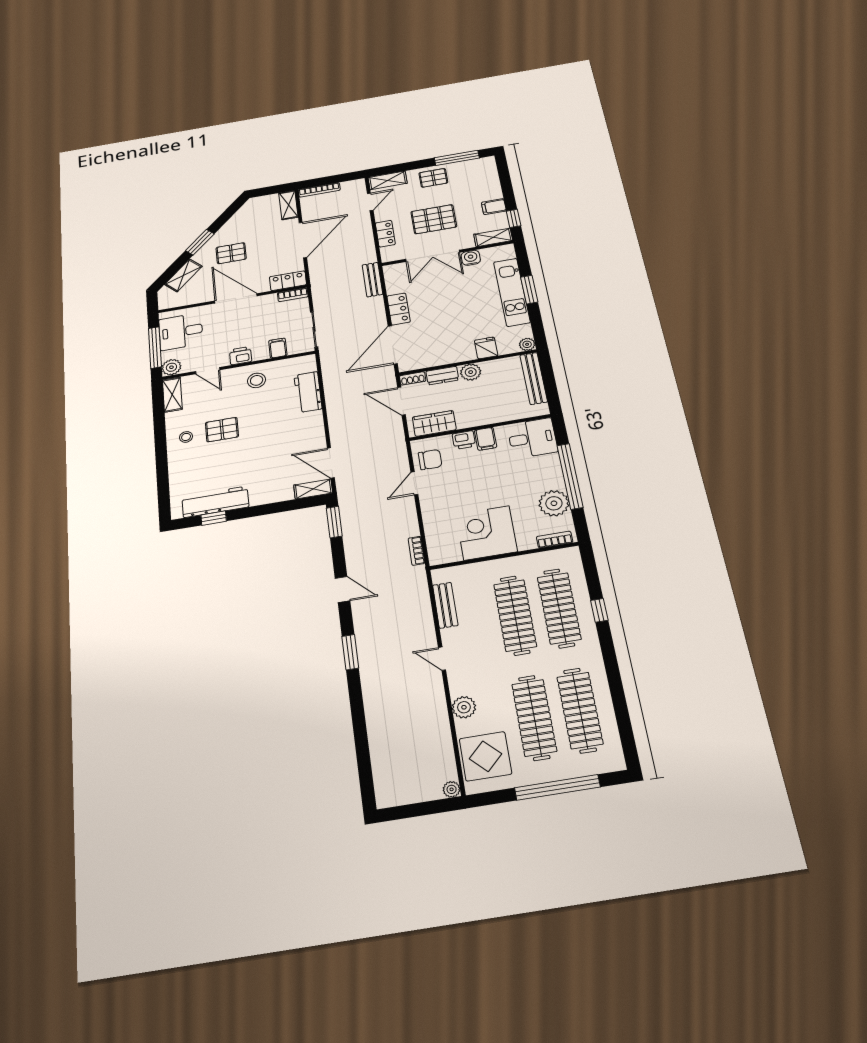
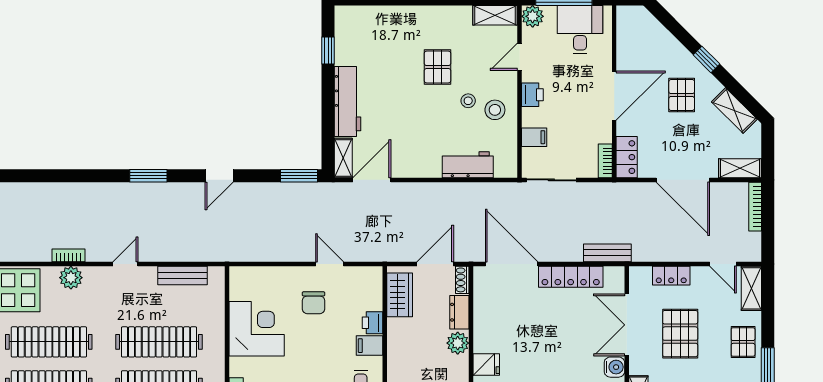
window: (200, 242) -> (706, 59), width x0.67
shelving: (183, 275) -> (734, 110), moved
locker: (399, 309) -> (571, 277), width x1.53
stool: (186, 437) -> (468, 101), moved
chair: (430, 460) -> (314, 303), moved
workbench: (215, 502) -> (347, 101), moved
bookcase: (416, 551) -> (68, 255), moved

